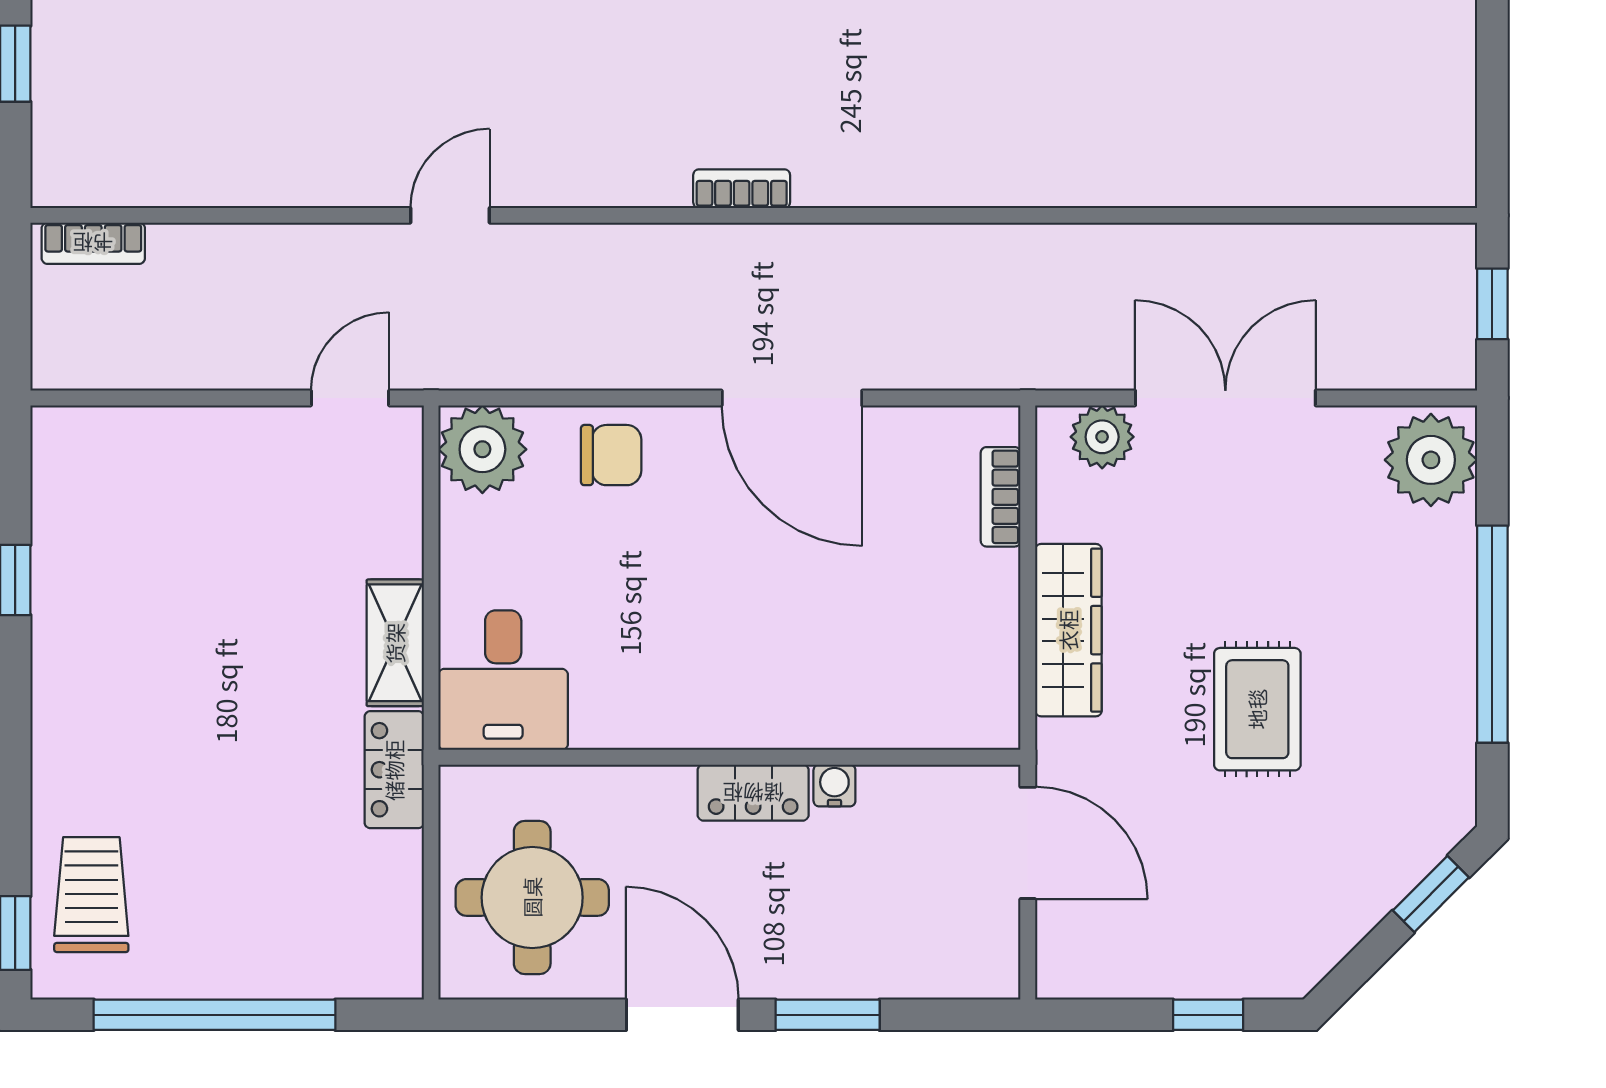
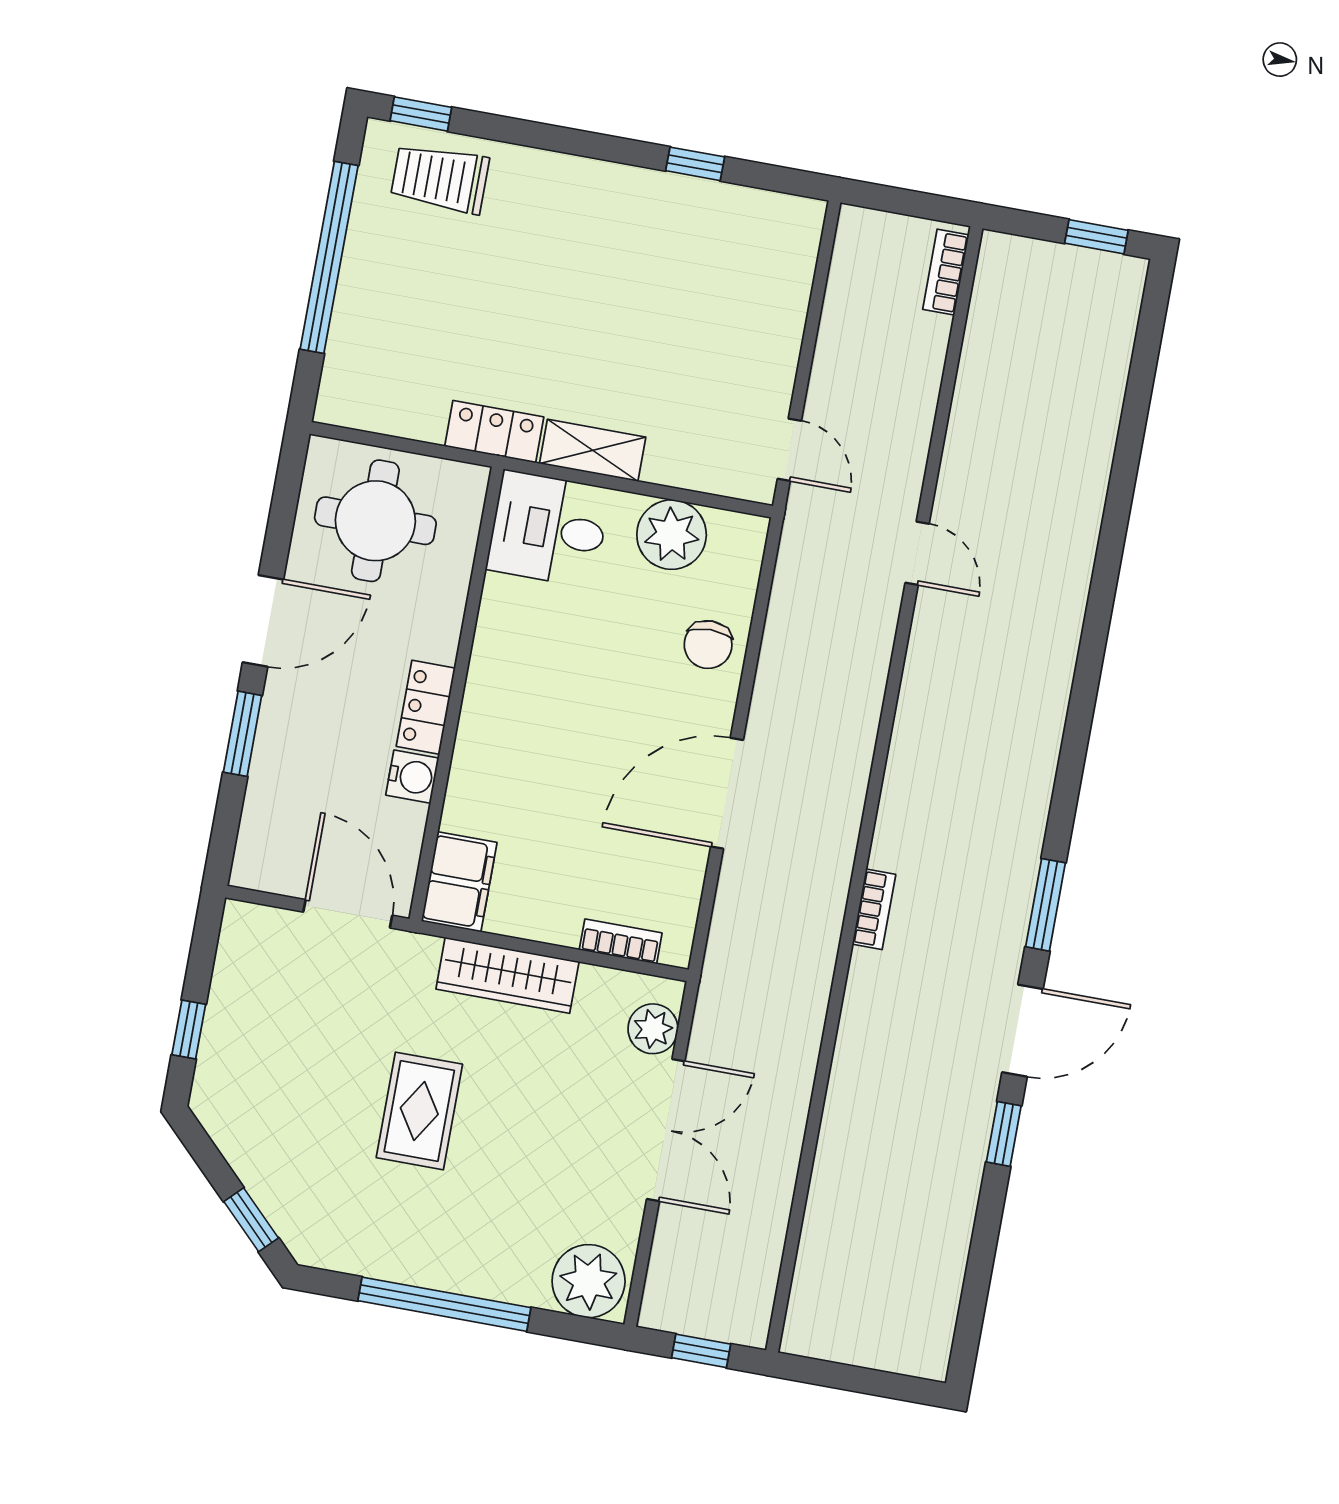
bookcase: (742, 189) -> (874, 909), moved
plant: (482, 449) -> (672, 535), moved
rug: (1257, 709) -> (419, 1111), turned 90
filing cabinet: (963, 712) -> (459, 882), added
water cooler: (834, 785) -> (412, 777), width x1.38, depth x1.38
door: (1028, 843) -> (348, 914), swing flipped
trolley: (91, 895) -> (440, 179), turned 180

